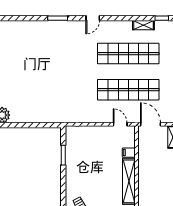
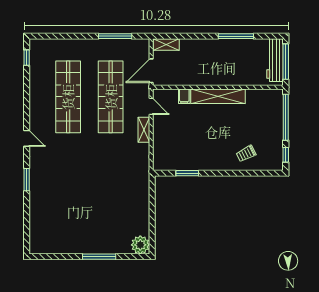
shelving: (143, 25) -> (144, 130), moved
door: (120, 124) -> (151, 106), swing flipped

